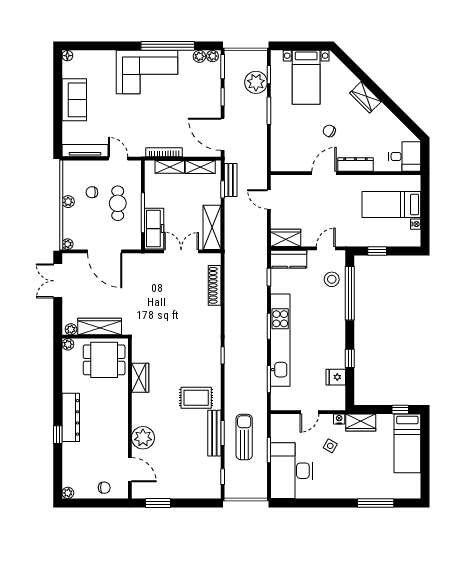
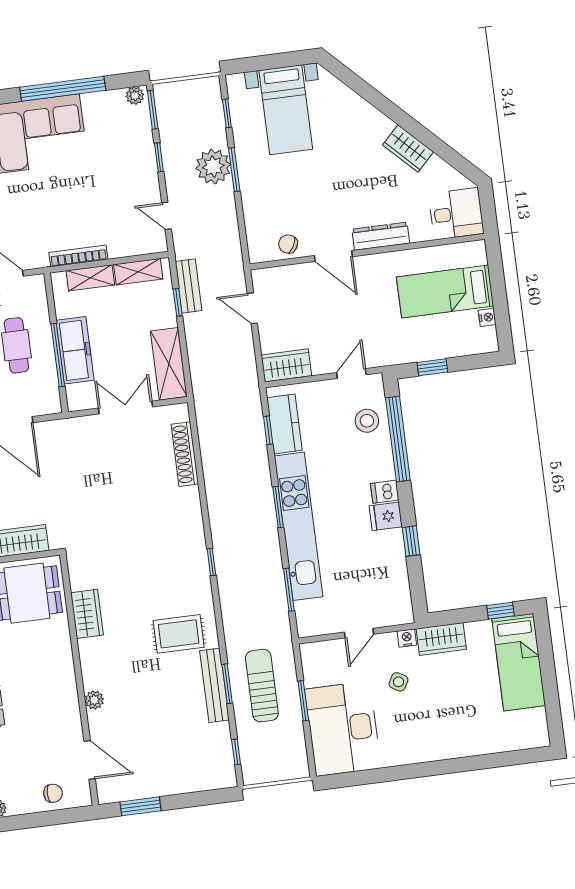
plant: (199, 56) -> (114, 99), removed
plant: (256, 82) -> (213, 166), moved
wardrobe: (365, 97) -> (408, 148), moved
chair: (329, 131) -> (288, 244), moved
door: (223, 134) -> (166, 216), width x0.53
door: (324, 173) -> (333, 256), swing flipped
freezer: (154, 229) -> (75, 350), moved
kitchen counter: (289, 259) -> (284, 424), moved, turned -90
dishwasher: (337, 325) -> (385, 492), added
fridge: (336, 377) -> (386, 516), moved
plant: (143, 438) -> (94, 700), width x0.53, depth x0.53
window: (376, 503) -> (481, 762), removed

